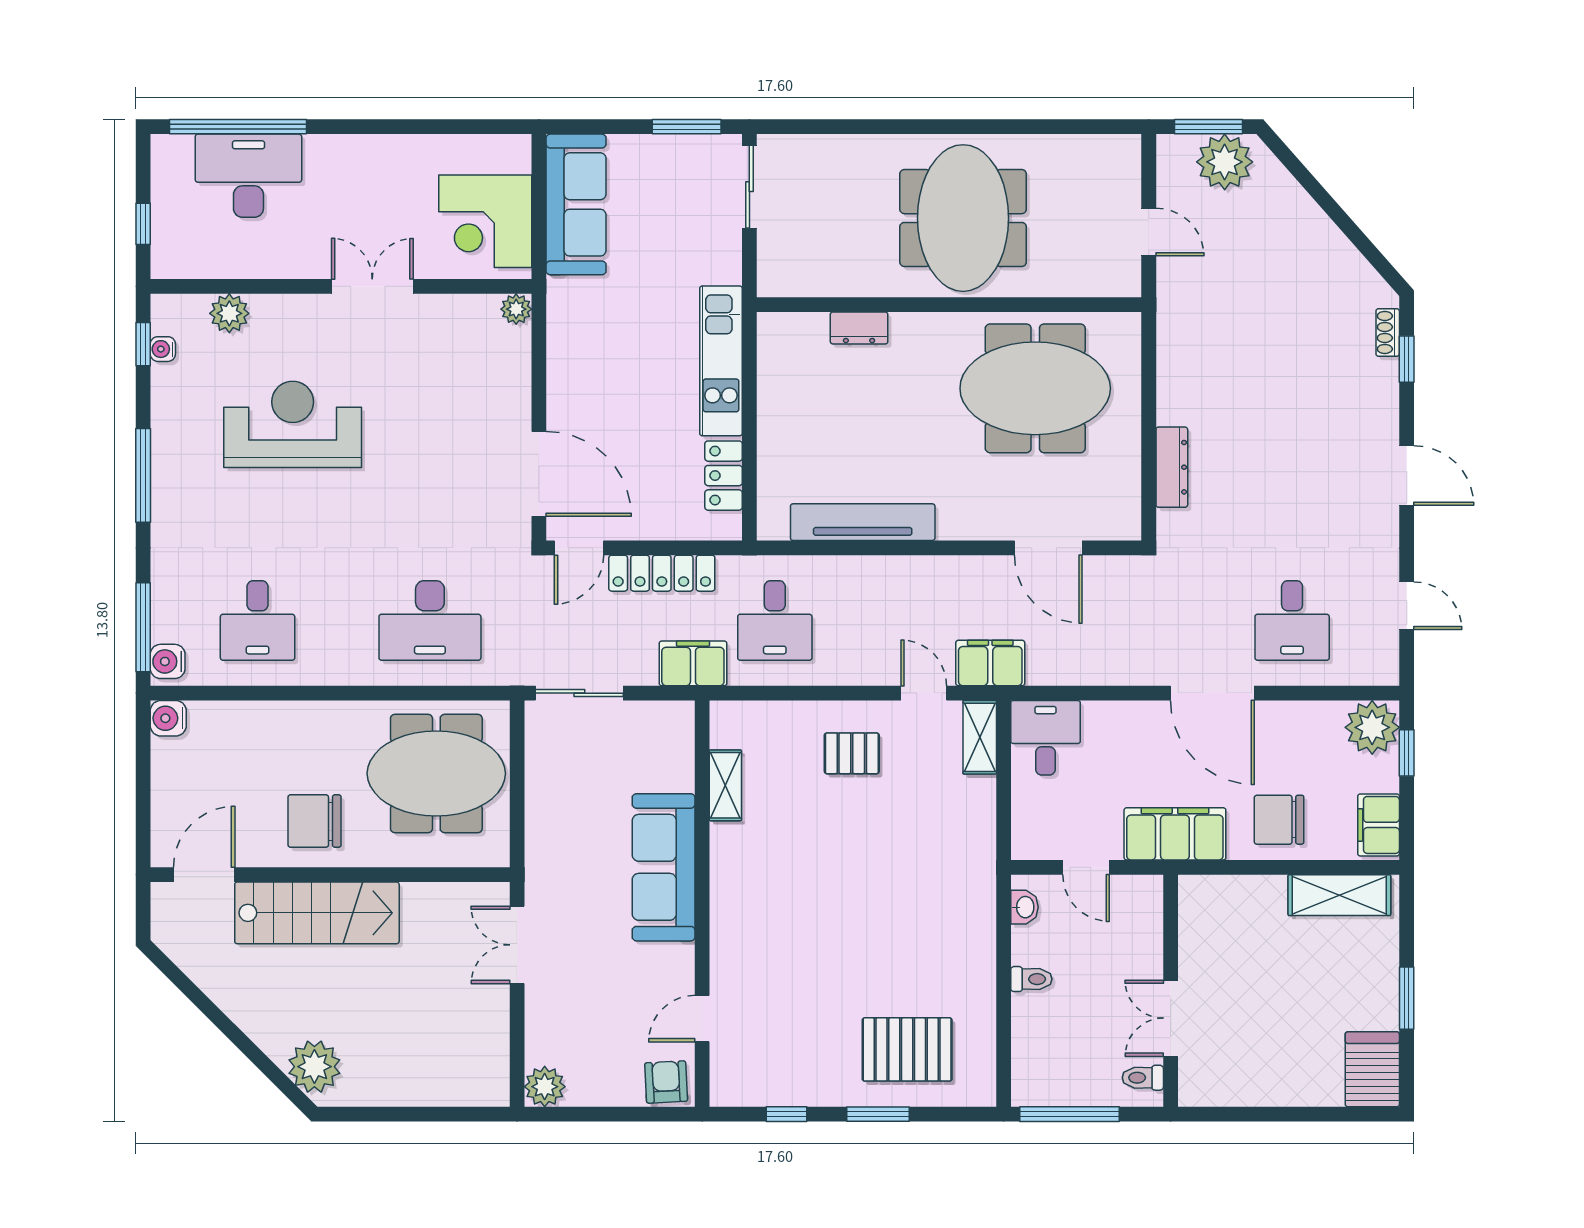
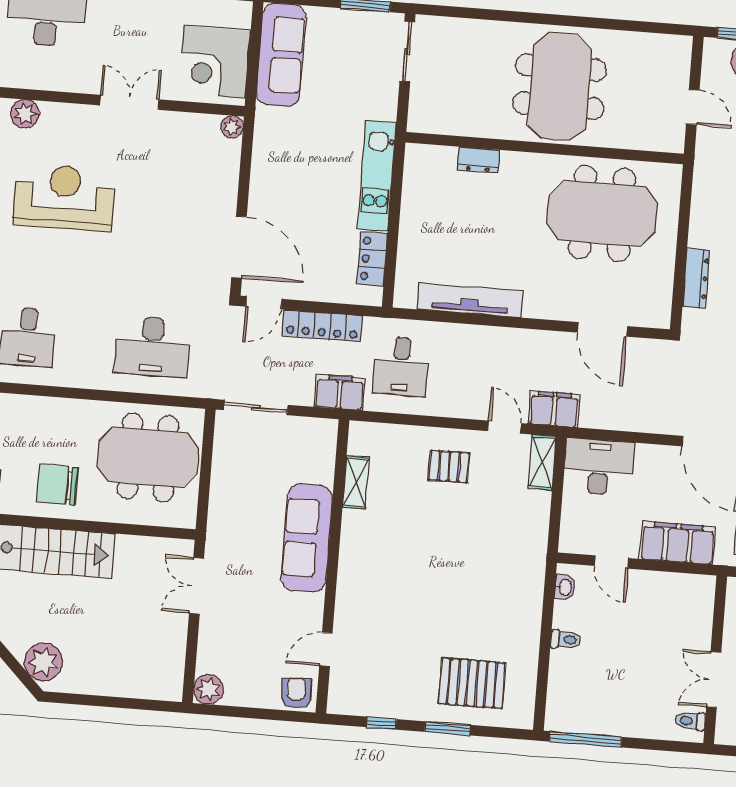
desk: (1045, 738) -> (599, 467), width x1.37
wall: (1171, 991) -> (715, 660), moved
double door: (1171, 1018) -> (714, 680), moved
toilet: (1143, 1078) -> (690, 721), moved

